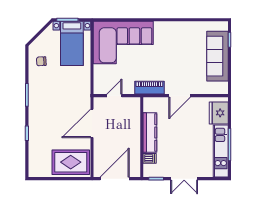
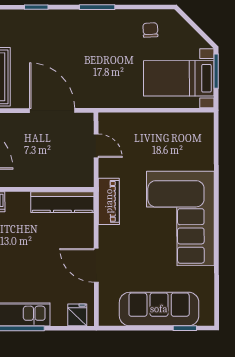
corner sofa: (123, 43) -> (180, 218), moved
door: (180, 96) -> (96, 265), moved
fridge: (219, 113) -> (77, 315), width x0.53, depth x0.75
kitchen counter: (150, 132) -> (62, 202), moved

